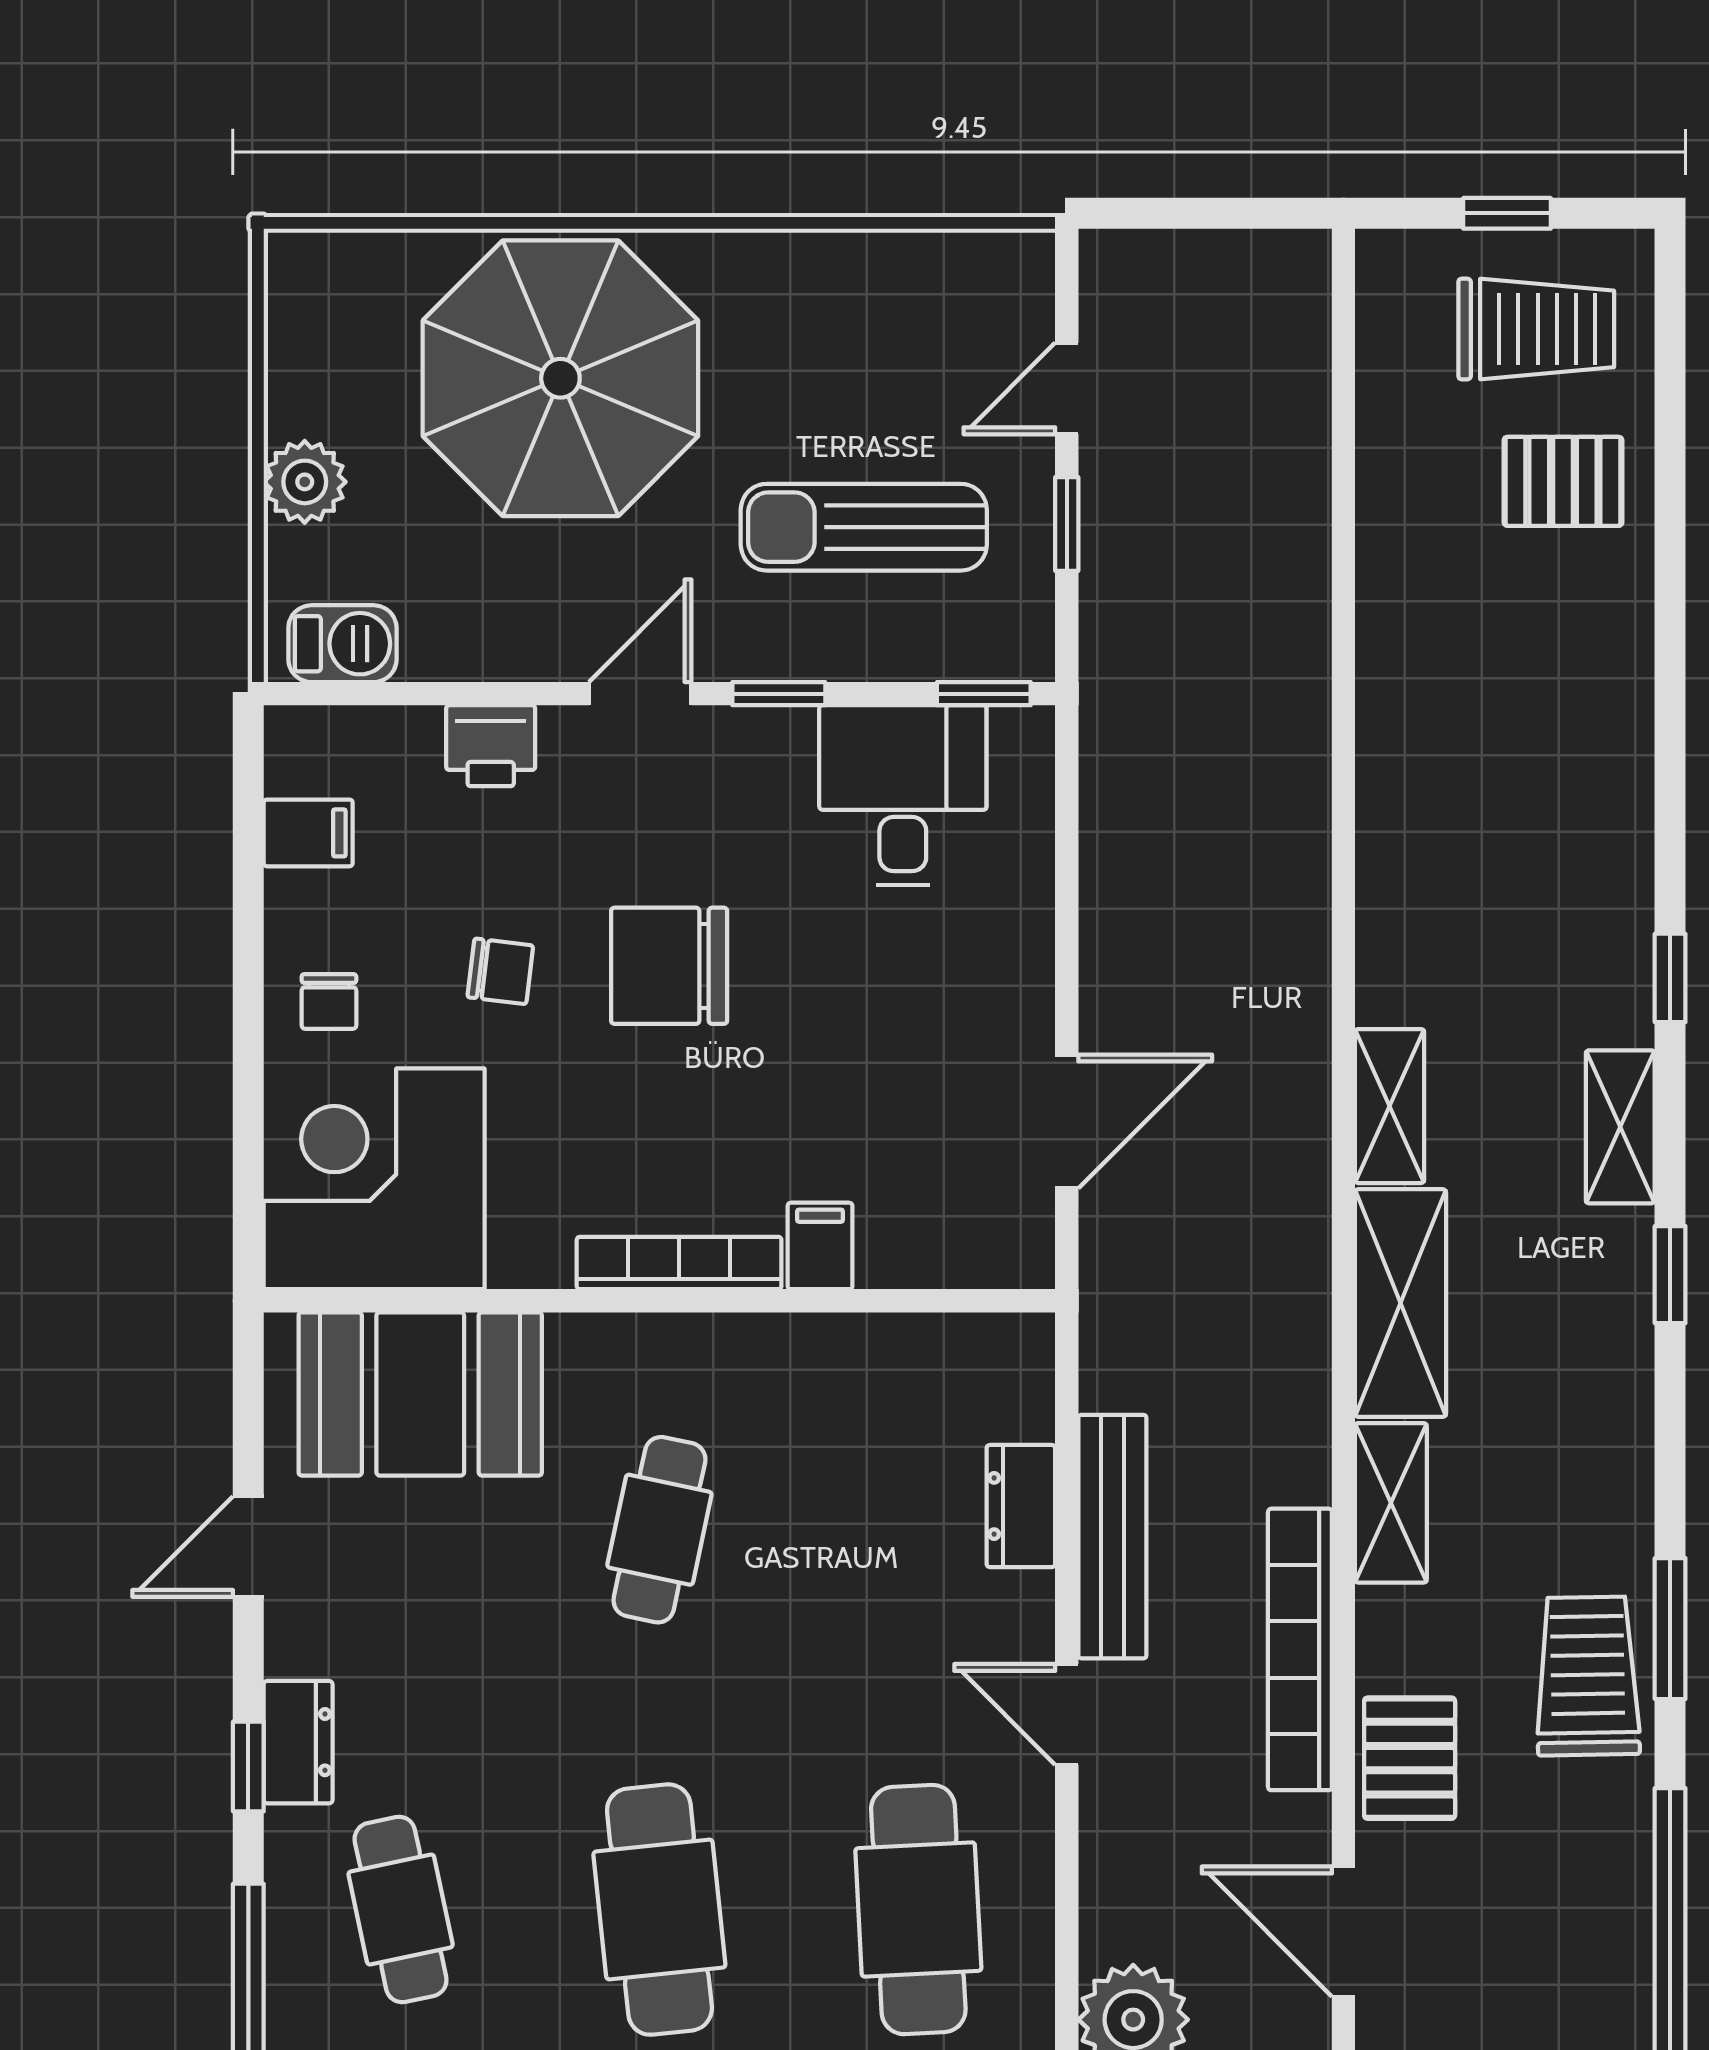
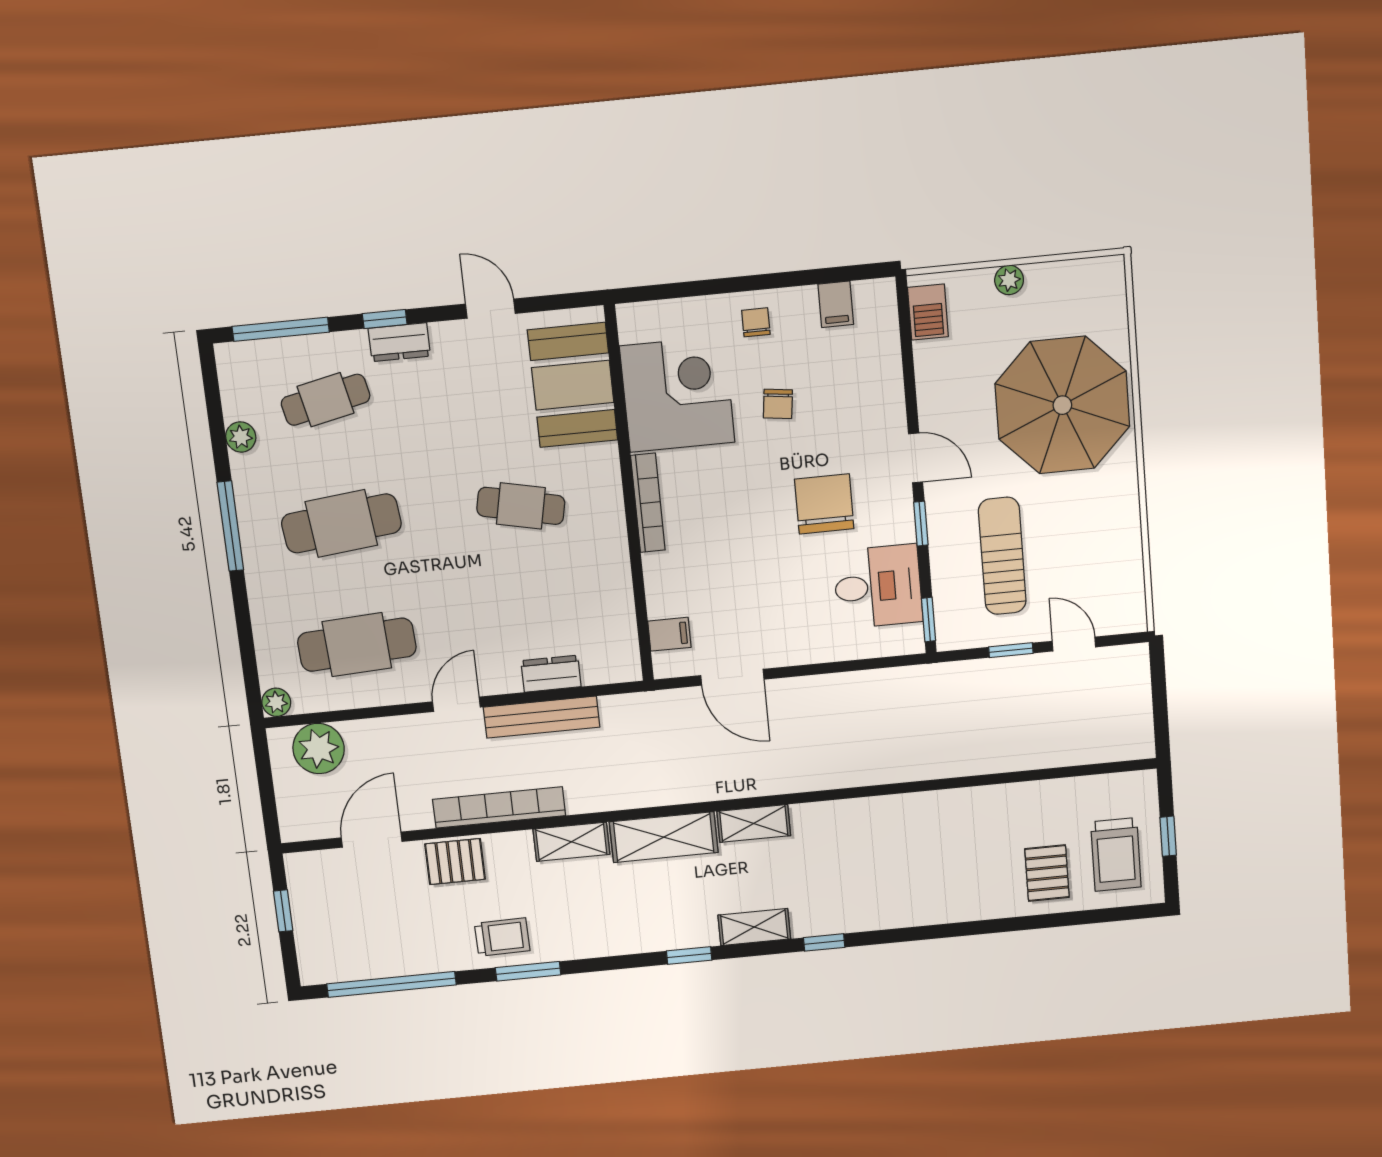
plant: (305, 482) -> (1009, 280), width x0.73, depth x0.73
printer: (491, 746) -> (885, 389), removed
chair: (669, 966) -> (824, 504), moved
chair: (329, 1001) -> (756, 322), turned 90
corner desk: (374, 1179) -> (677, 394), moved
filing cabinet: (820, 1246) -> (669, 634), moved
trolley: (1588, 1676) -> (502, 937), width x0.73, depth x0.72

